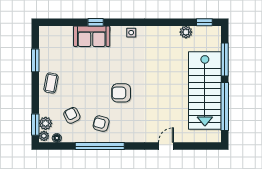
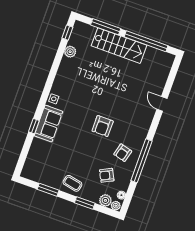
sofa: (92, 36) -> (48, 124), moved
stairs: (205, 90) -> (119, 46), width x0.73, depth x0.66
window: (35, 125) -> (85, 203), moved

